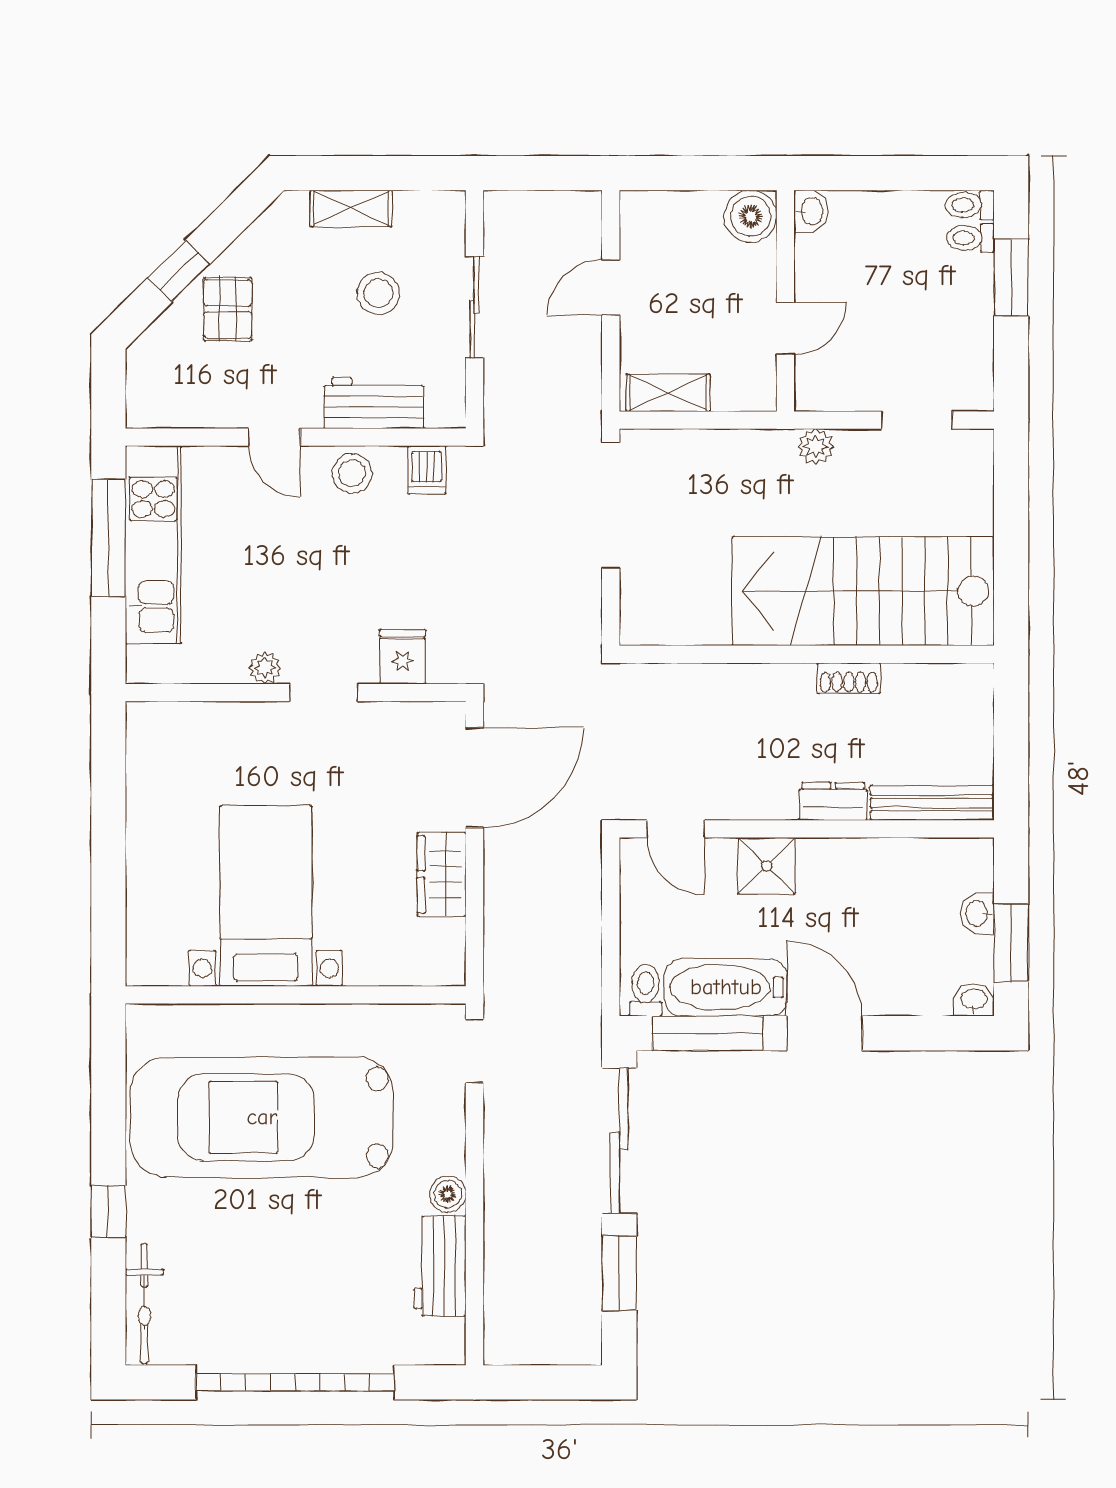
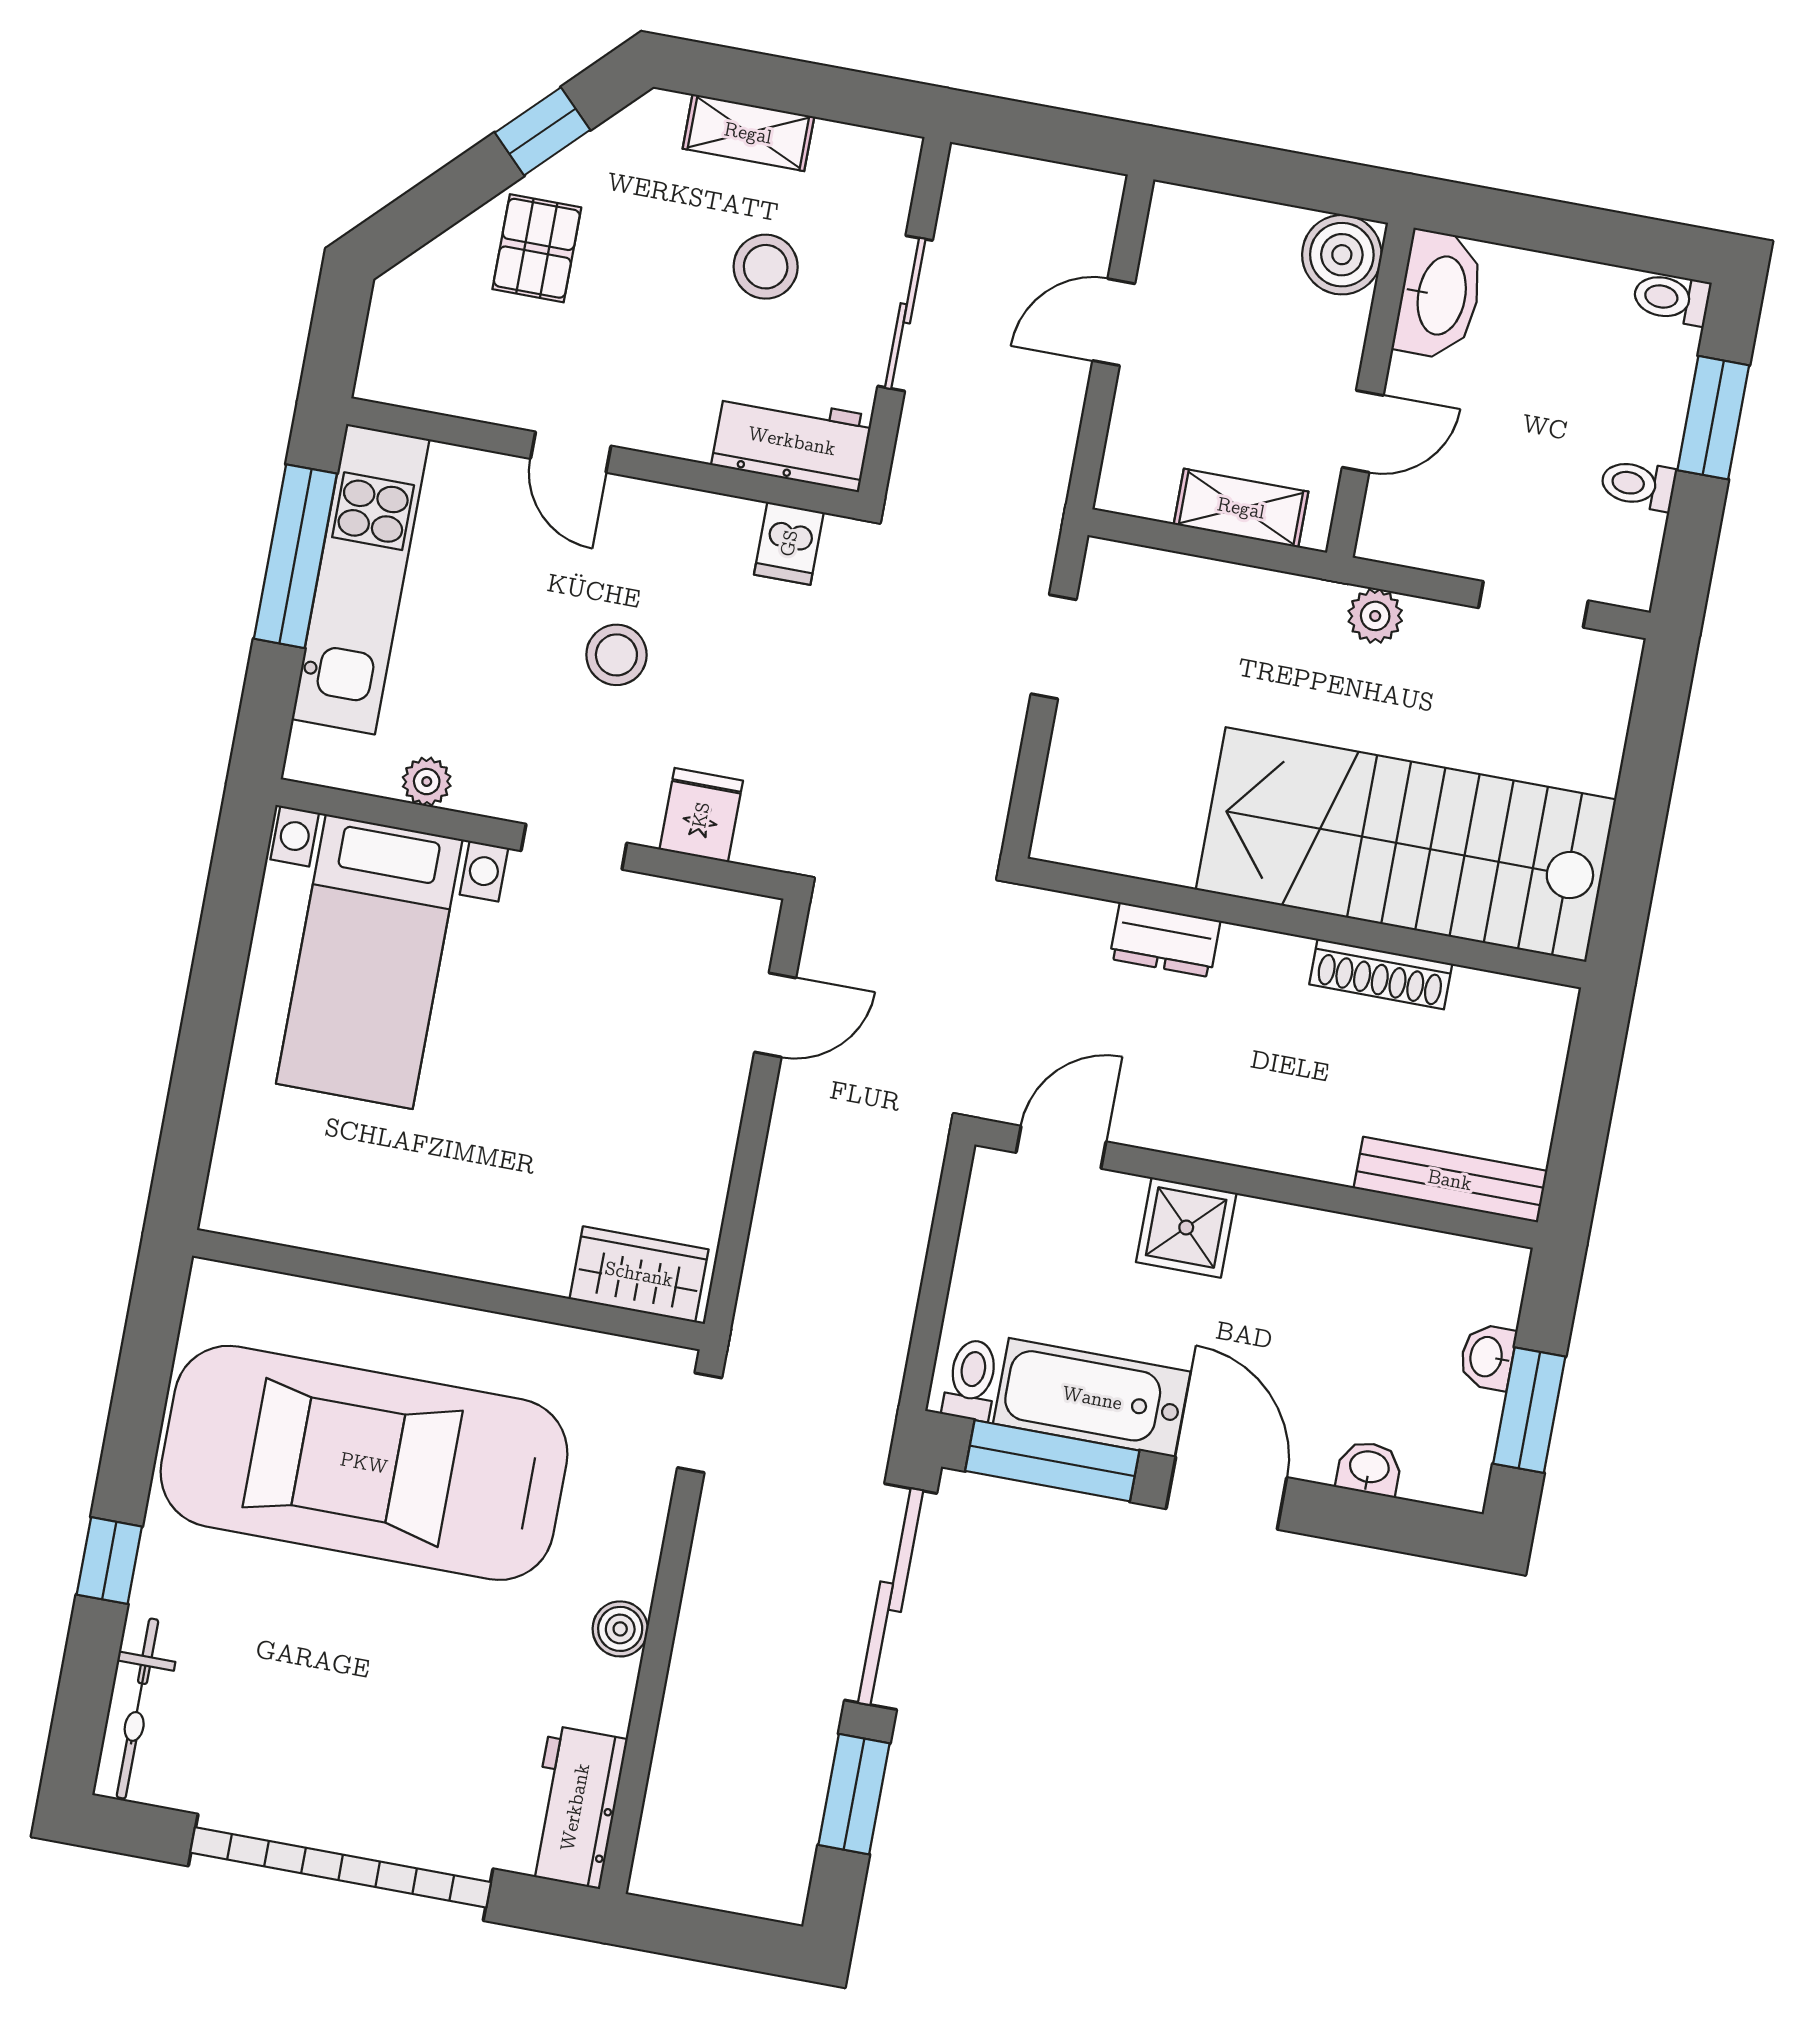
washbasin: (811, 211) -> (1439, 295), width x1.91, depth x1.45
toilet: (970, 238) -> (1638, 485), moved
window: (179, 271) -> (543, 131), moved
shelving: (668, 393) -> (1241, 508), moved
workbench: (374, 403) -> (792, 441), moved
stool: (352, 473) -> (616, 655), moved
doorway: (611, 505) -> (1054, 647), width x0.53
plant: (265, 668) -> (427, 782), moved
shoe rack: (849, 678) -> (1381, 974), width x1.43
door: (474, 777) -> (775, 1015), width x0.53
dresser: (833, 801) -> (1165, 940), moved, turned 180
door: (676, 829) -> (1061, 1147), swing flipped
wardrobe: (442, 874) -> (639, 1274), moved, turned 90
bed with nightstands: (266, 896) -> (369, 961), moved, turned 180
washbasin: (974, 1000) -> (1369, 1468), moved
workbench: (440, 1266) -> (575, 1807), moved

